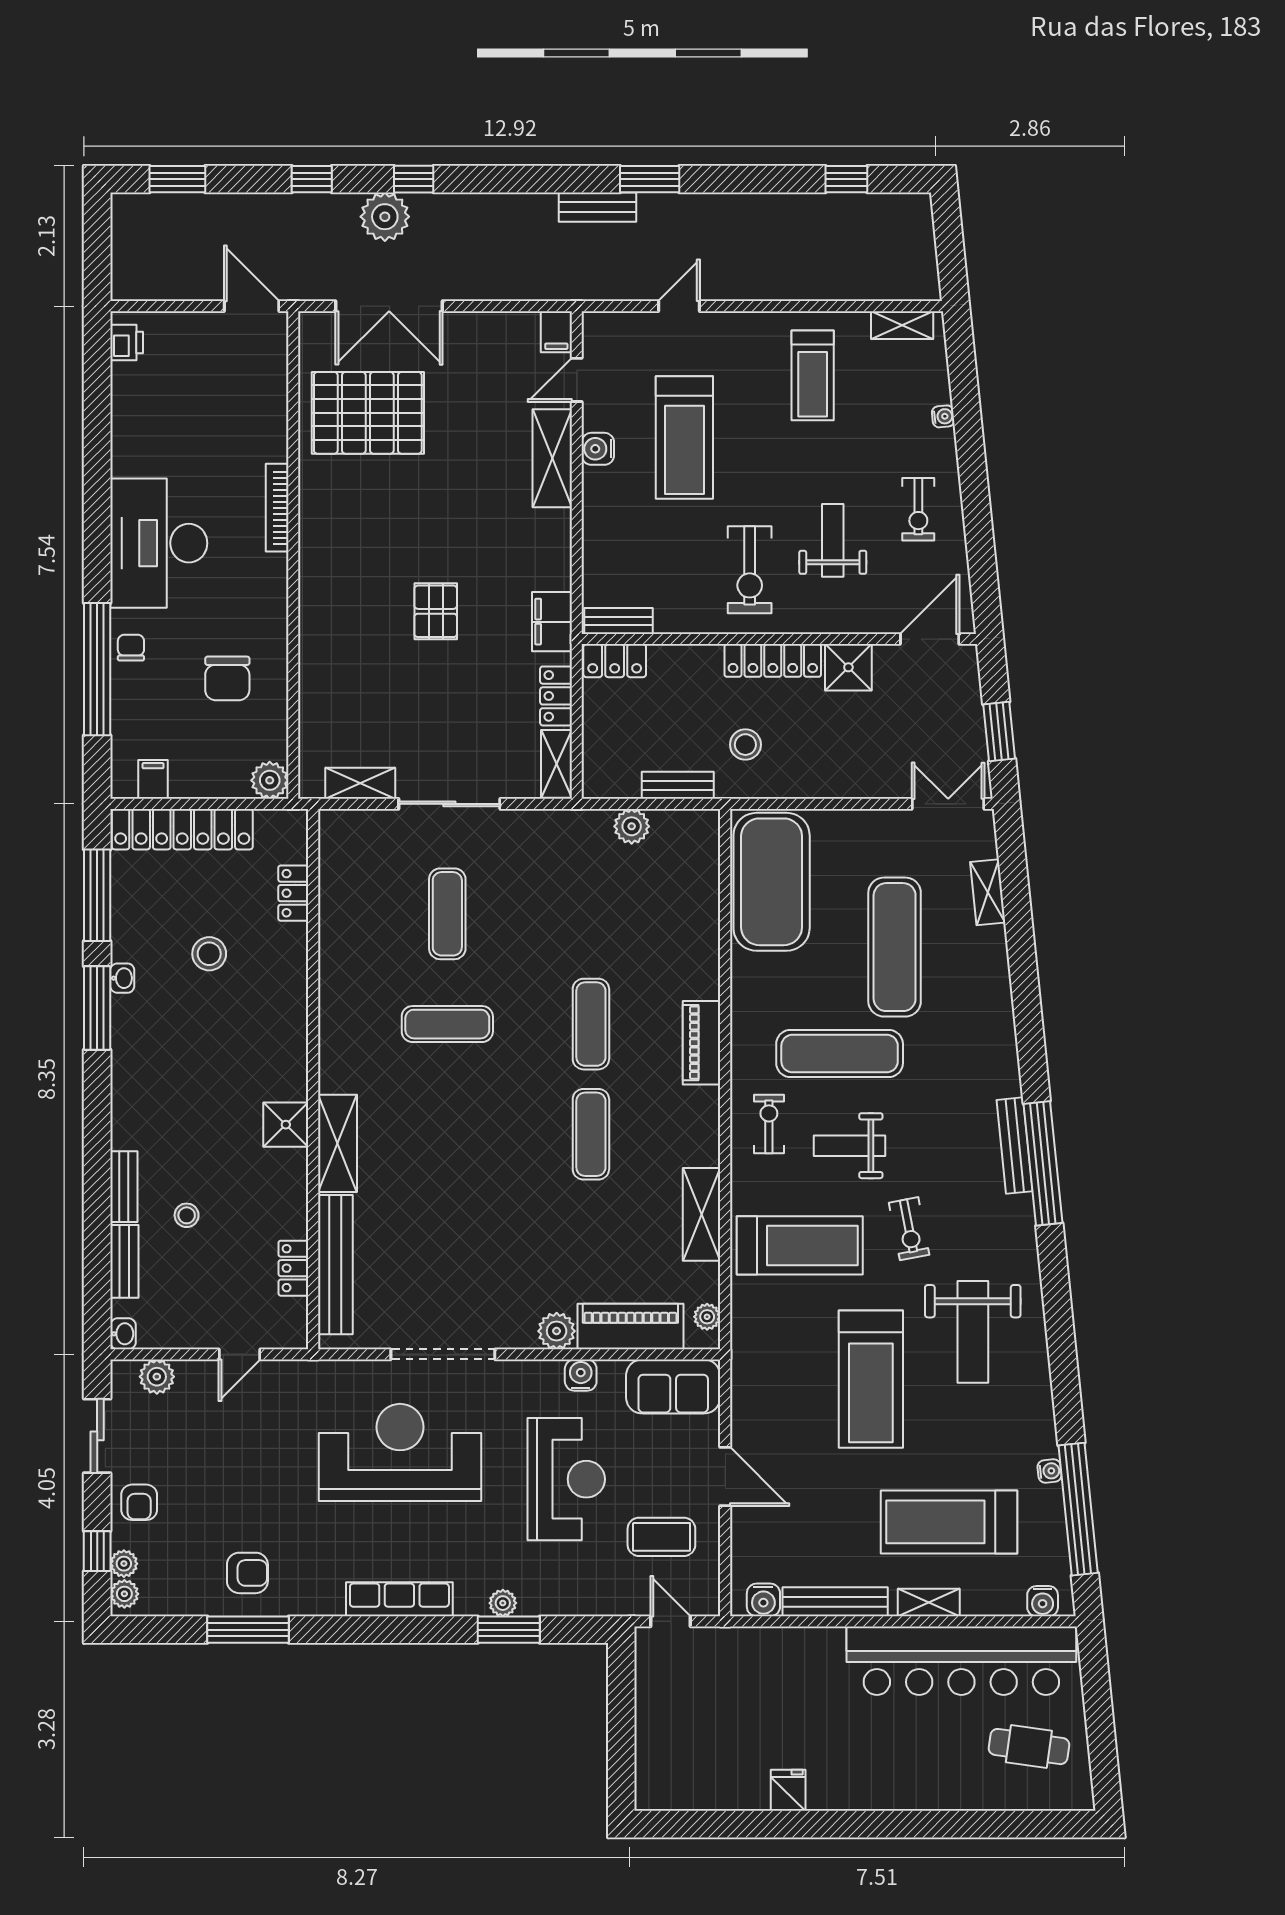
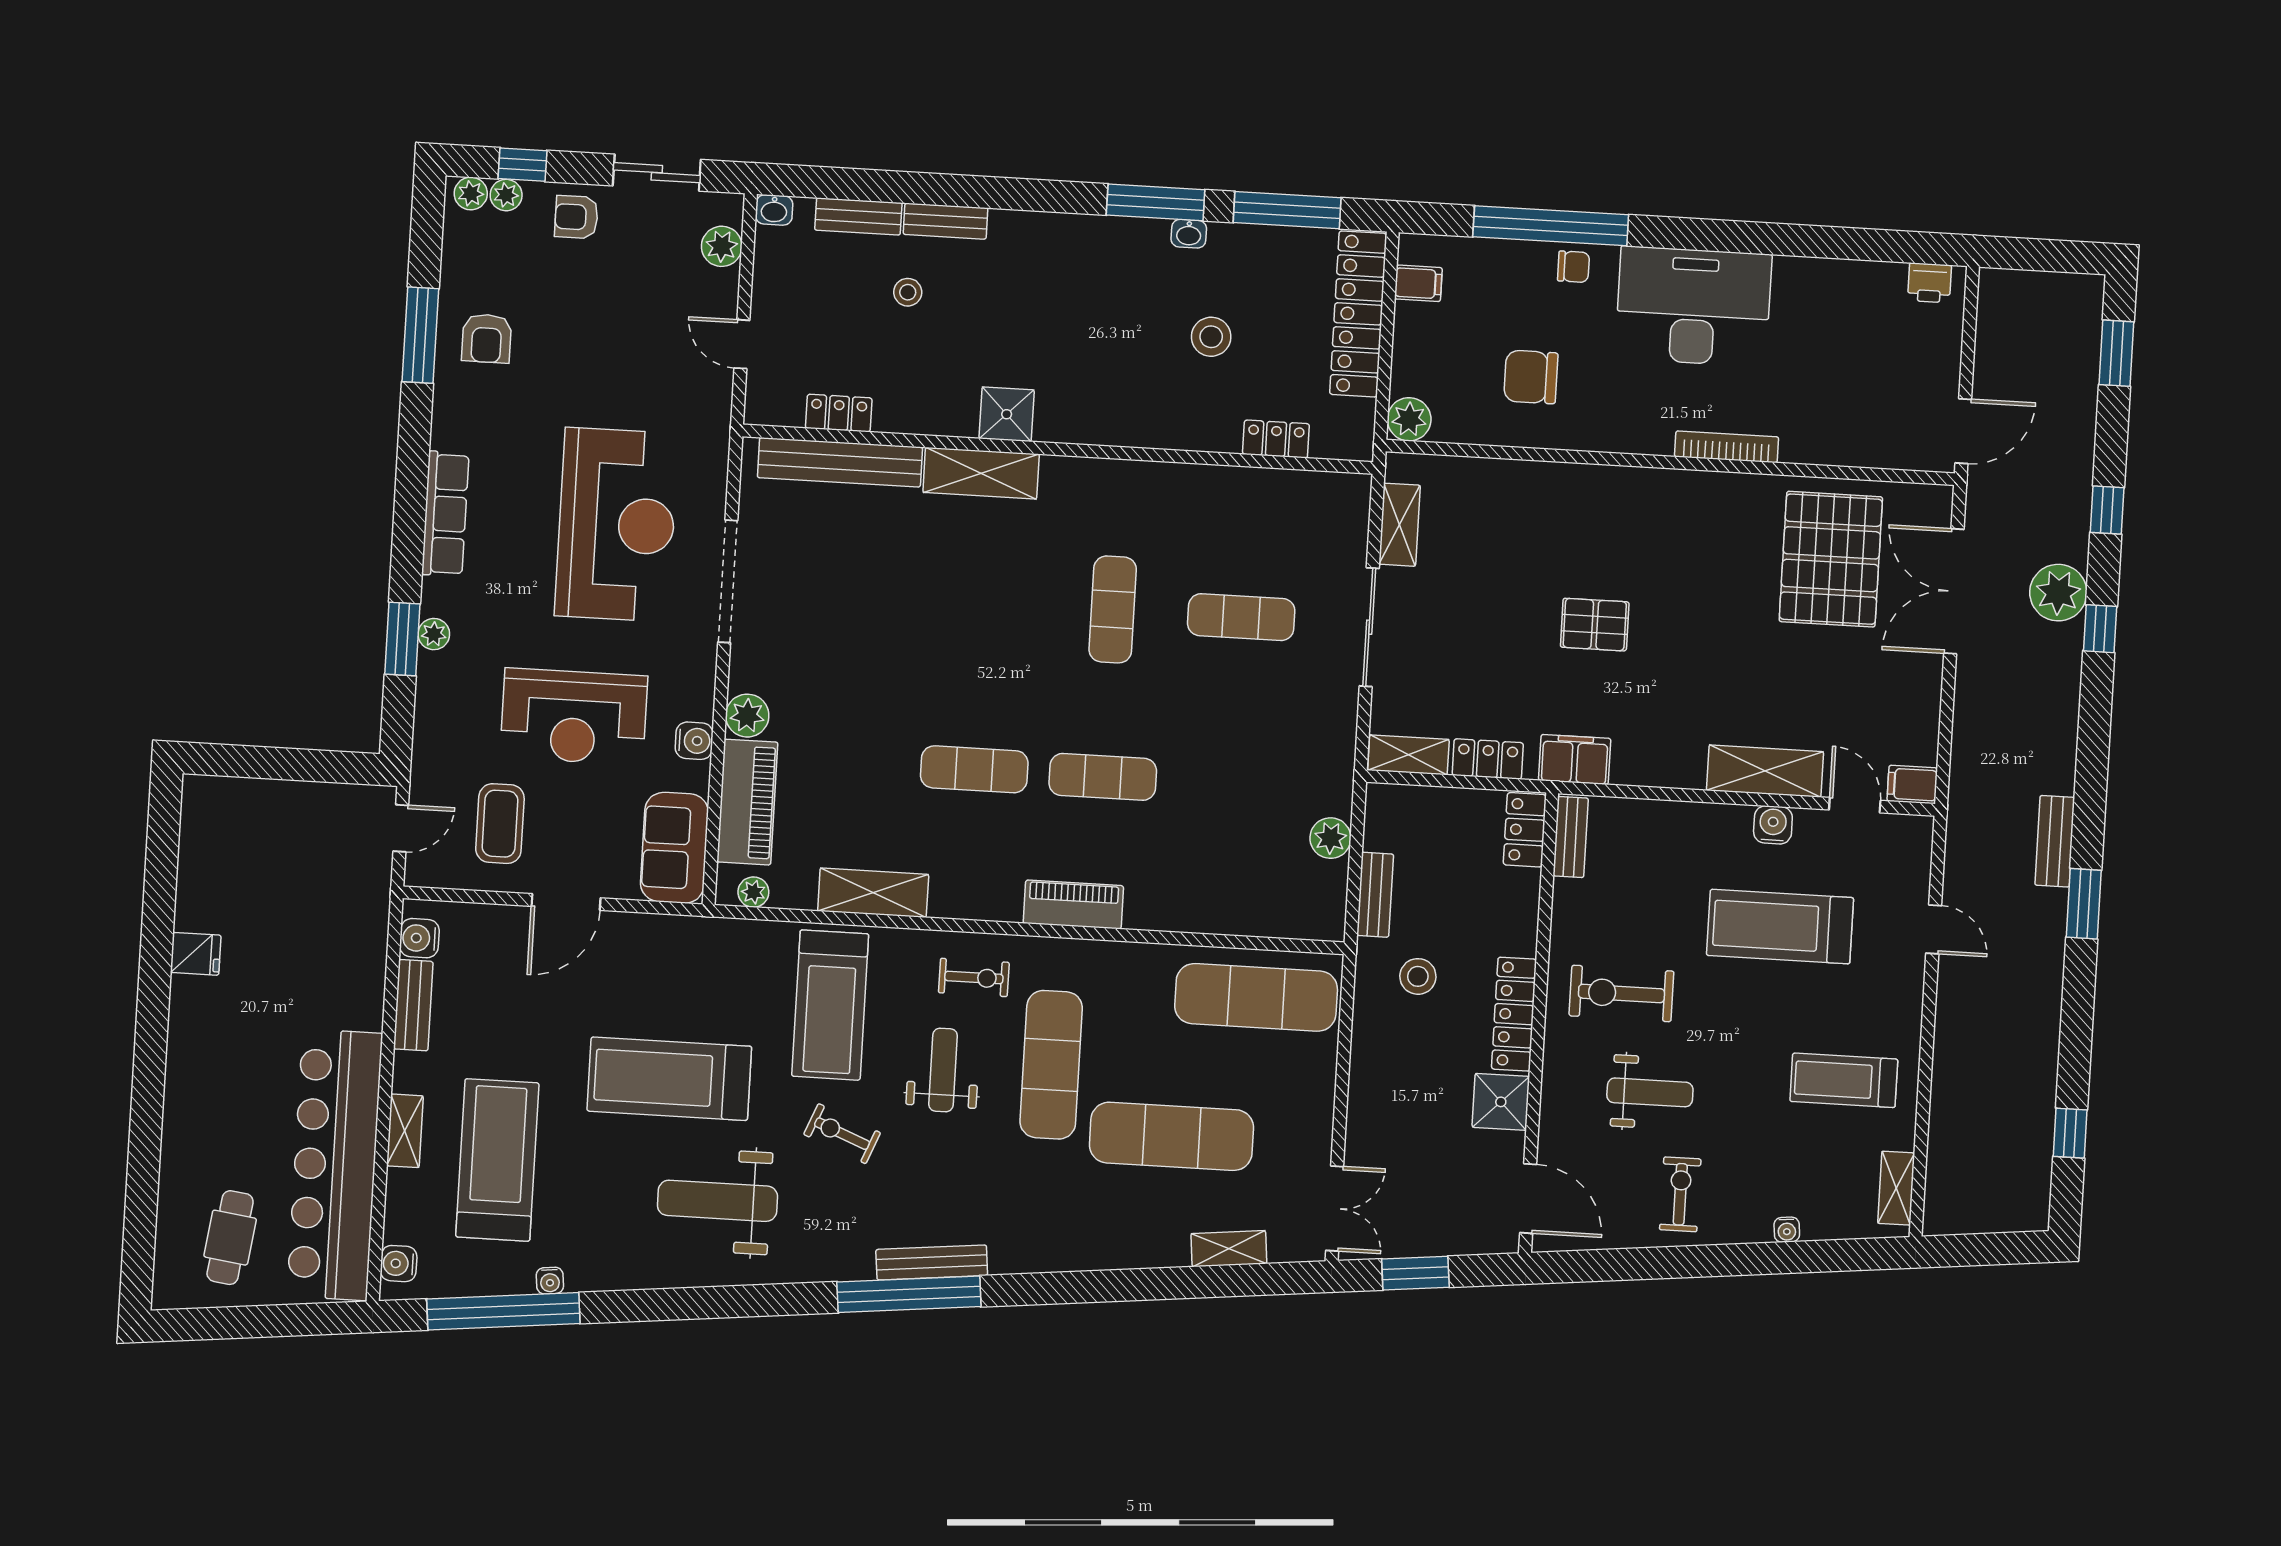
exercise bike: (918, 509) -> (1680, 1194), turned 90
exercise mat: (772, 882) -> (1256, 997), width x0.68
exercise bike: (909, 1229) -> (842, 1134), turned 33
bench: (835, 1602) -> (413, 1005), width x0.73

